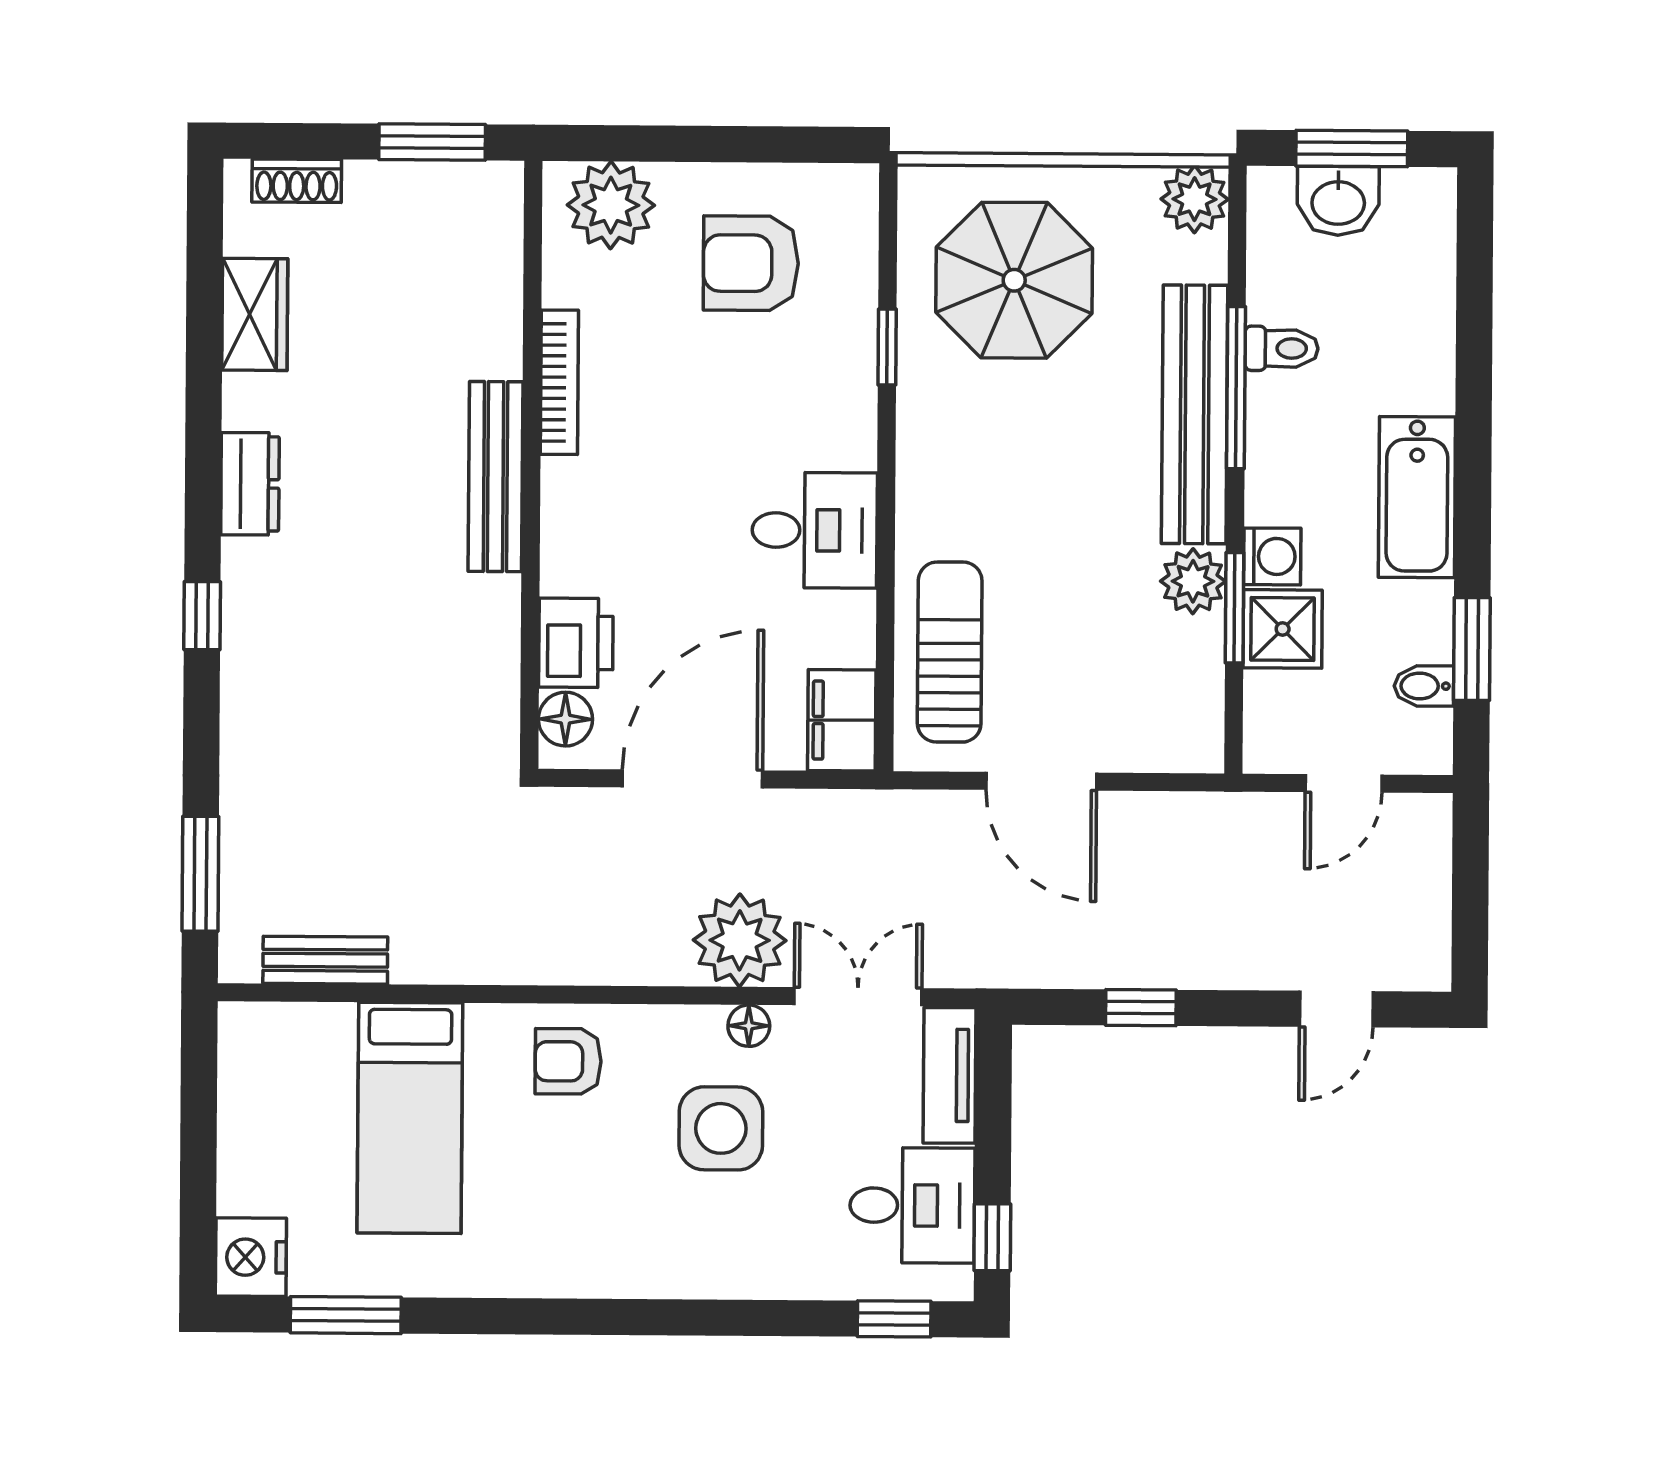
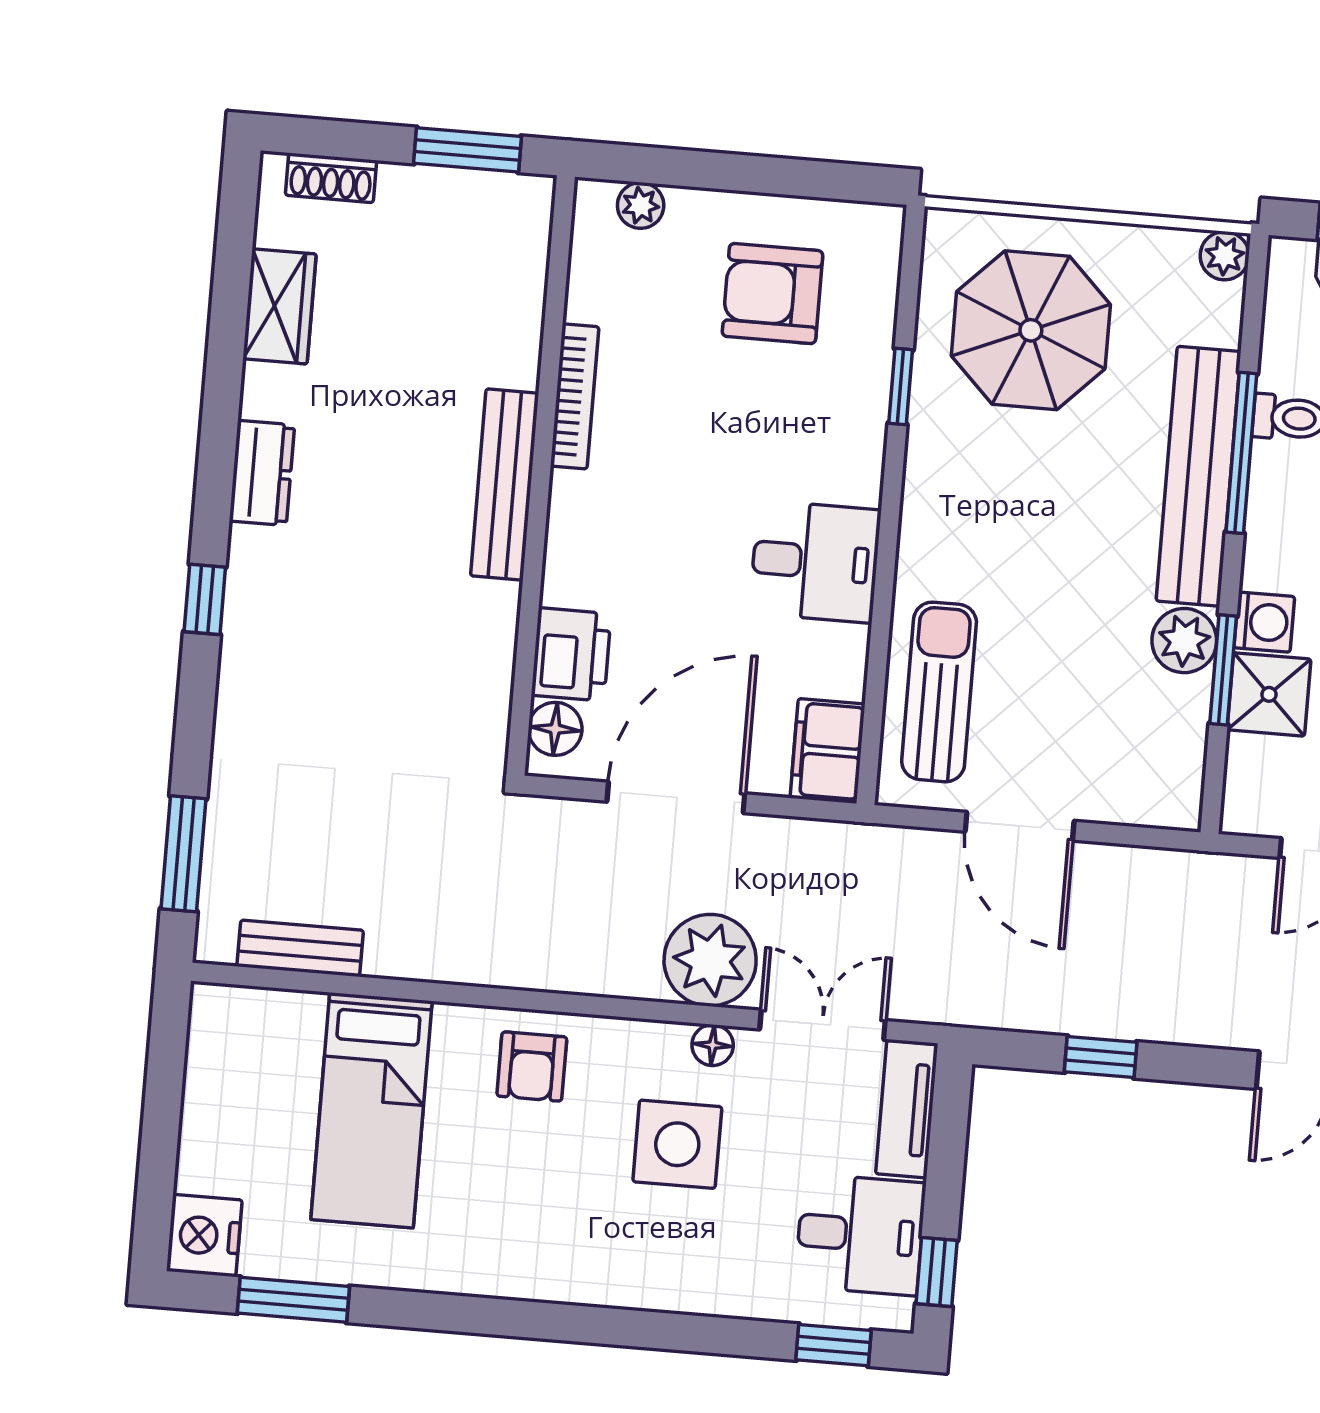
plant: (1195, 199) -> (1225, 256), width x0.73, depth x0.73
plant: (611, 205) -> (641, 205), width x0.53, depth x0.53
armchair: (568, 1061) -> (532, 1067), turned -90

